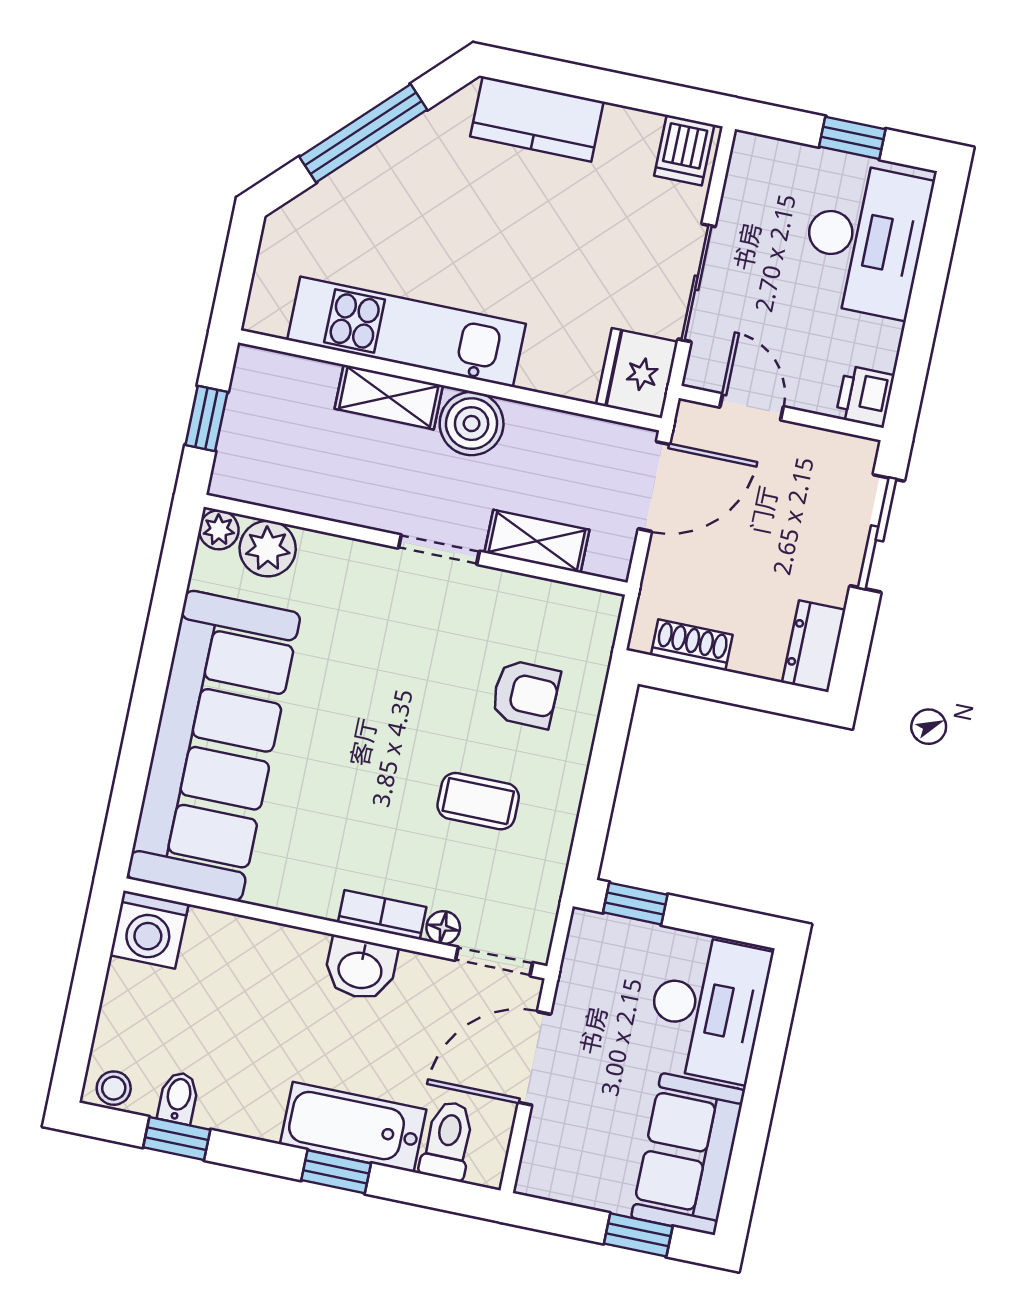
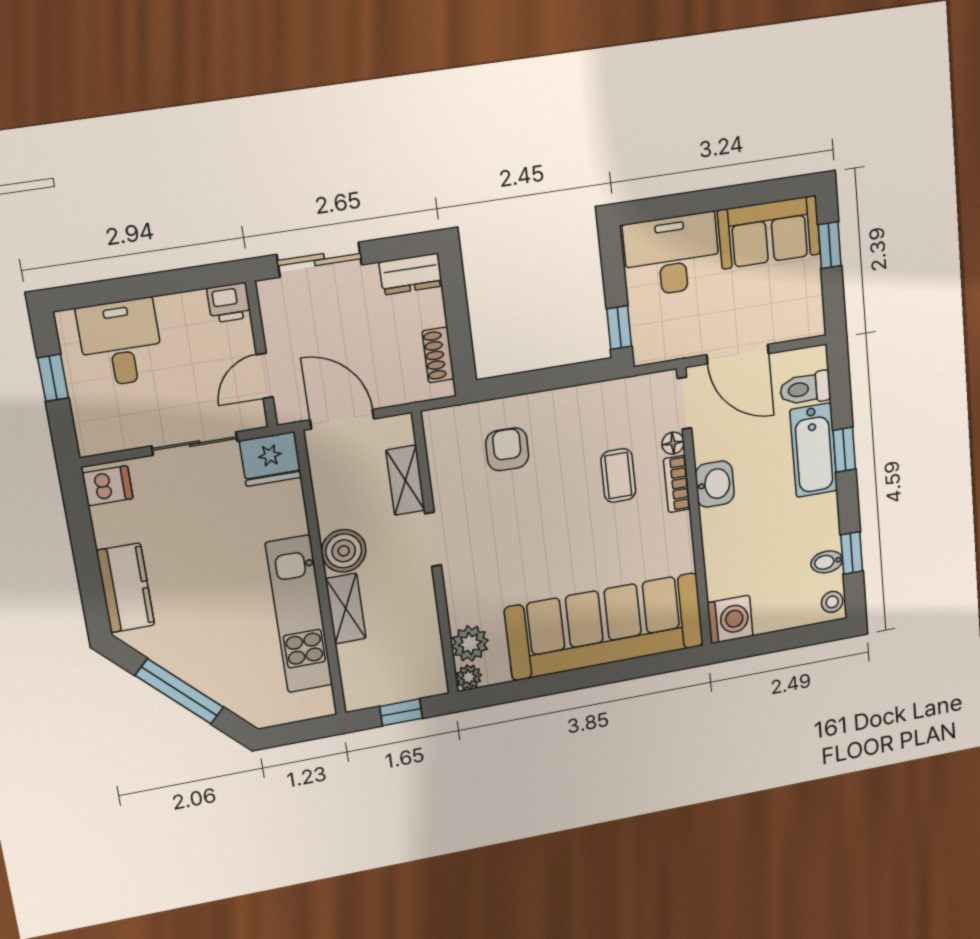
desk: (865, 240) -> (121, 343), width x0.73
coffee table: (478, 801) -> (618, 476), moved

